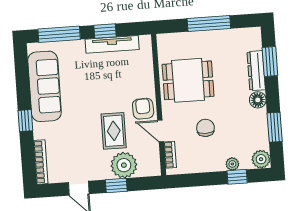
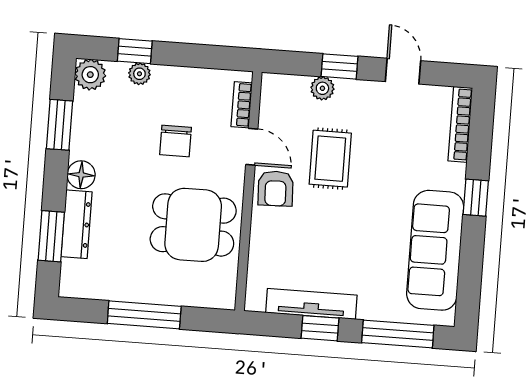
plant: (124, 165) -> (322, 88), width x0.53, depth x0.53

